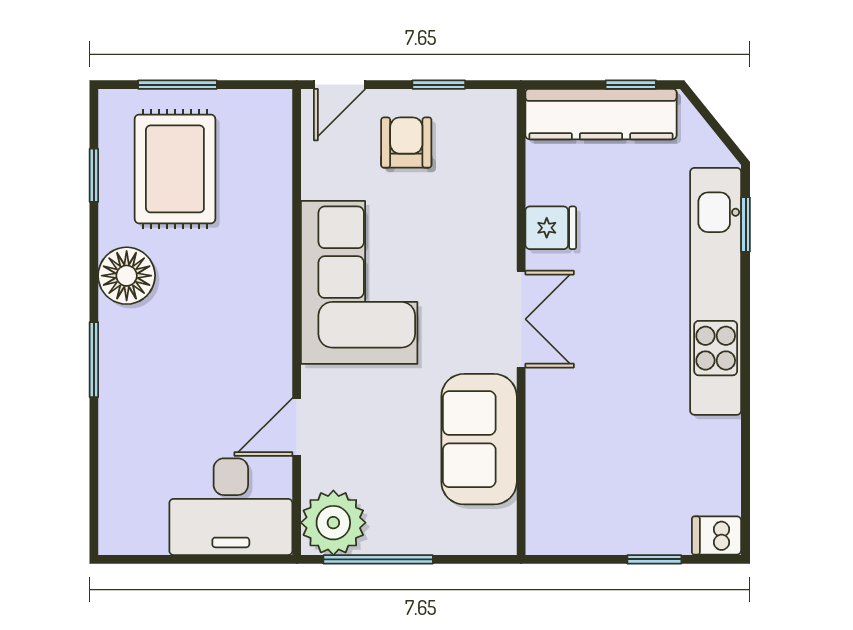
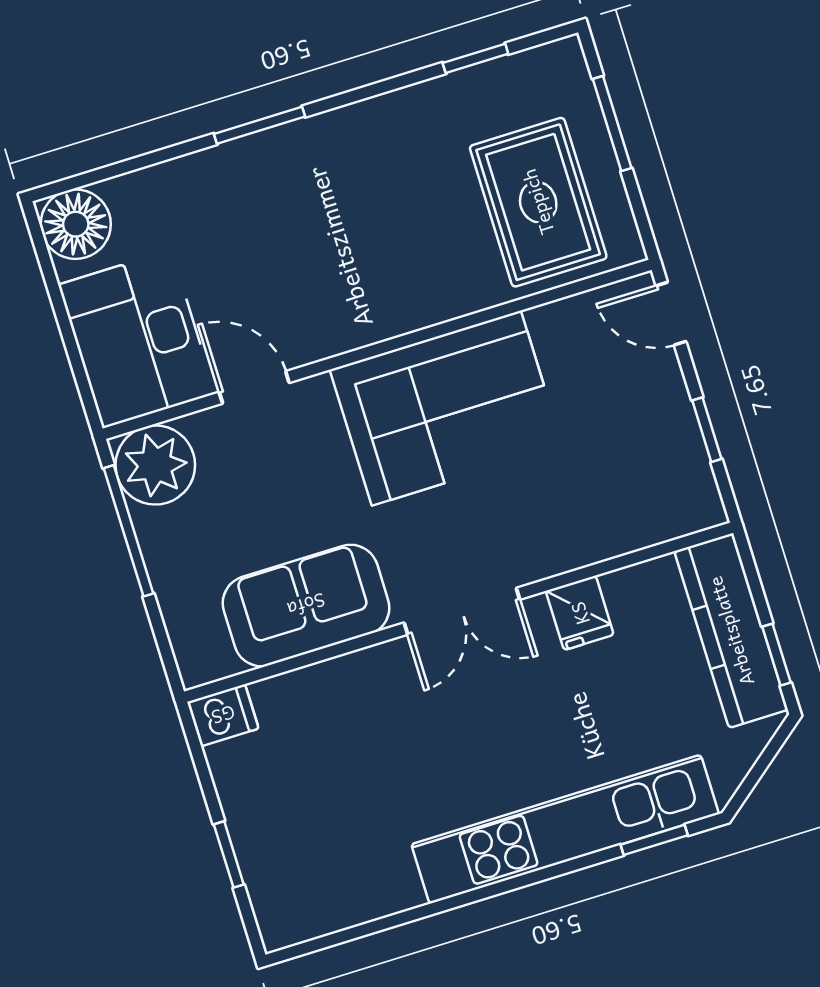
armchair: (406, 143) -> (627, 413), removed
rug: (175, 169) -> (538, 202), moved, turned 90
floor lamp: (127, 276) -> (76, 224), moved
dishwasher: (717, 535) -> (223, 715), moved, turned 90

